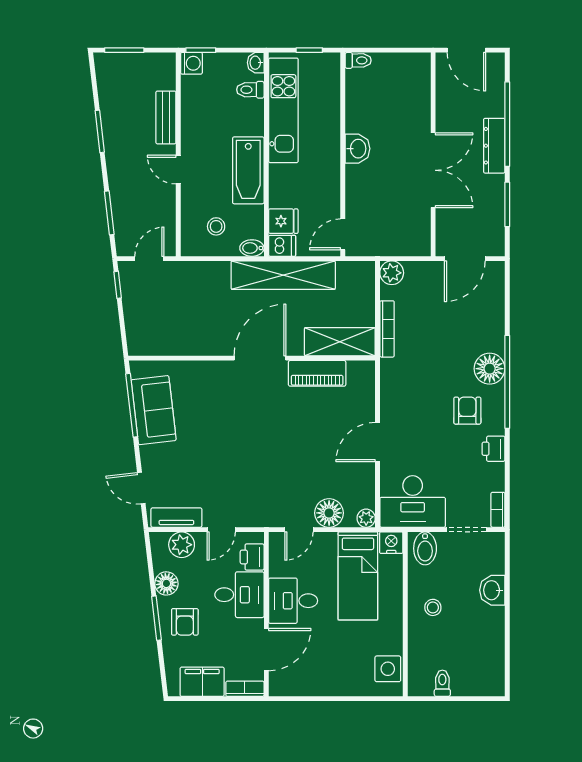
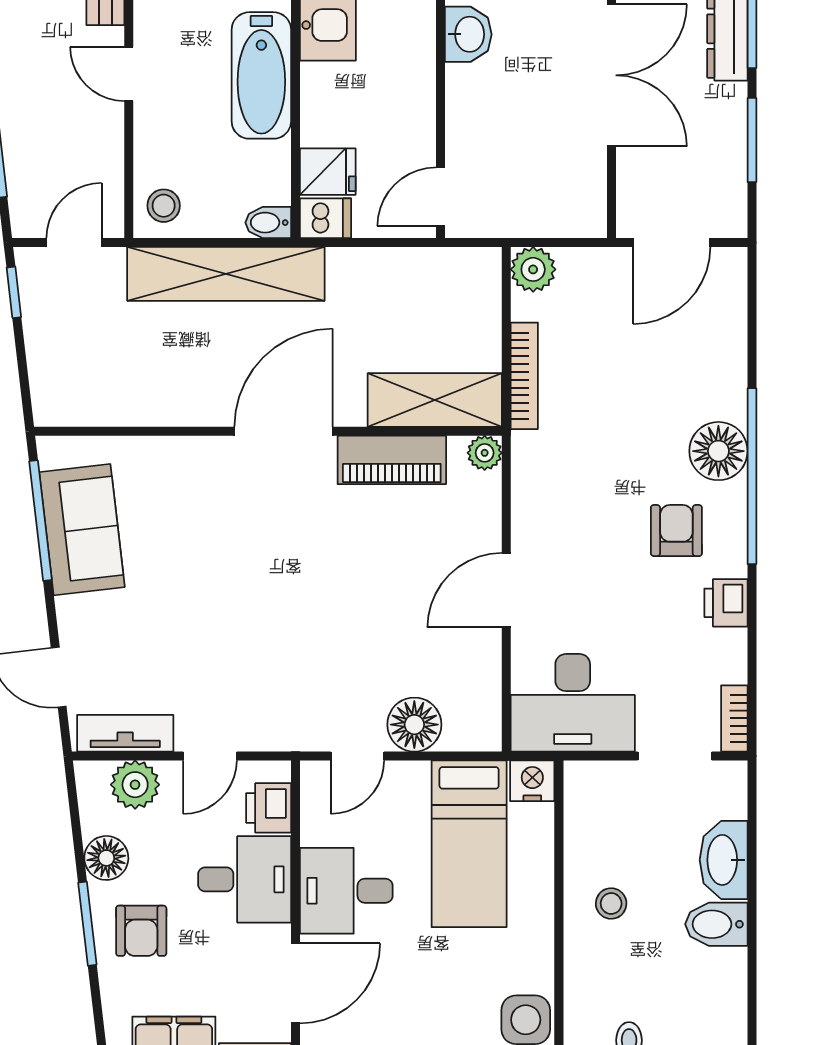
stool: (216, 226) -> (164, 206), moved
shelving: (283, 275) -> (226, 274), moved
plant: (366, 518) -> (485, 453), moved
bidet: (425, 548) -> (716, 924), moved, turned 90
washbasin: (492, 590) -> (724, 860), width x1.38

